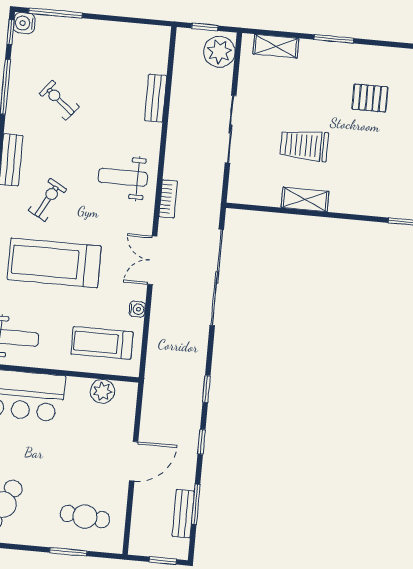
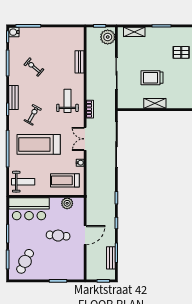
weight bench: (123, 177) -> (67, 101), turned 90
cafe table: (85, 517) -> (58, 236), moved

